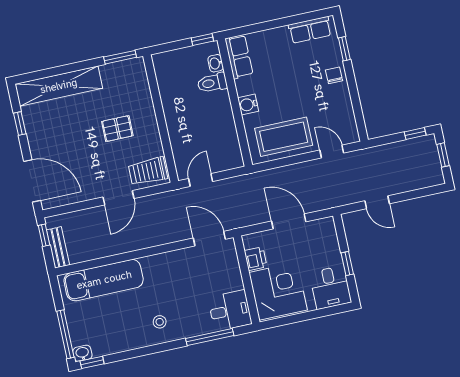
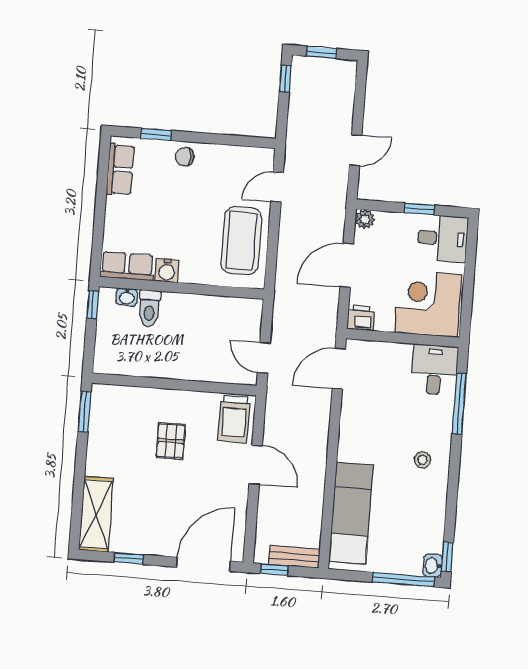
shelving: (59, 86) -> (96, 514), width x0.68
water cooler: (248, 105) -> (167, 271), moved
plant: (327, 225) -> (365, 219), added
printer: (256, 259) -> (361, 318), moved

